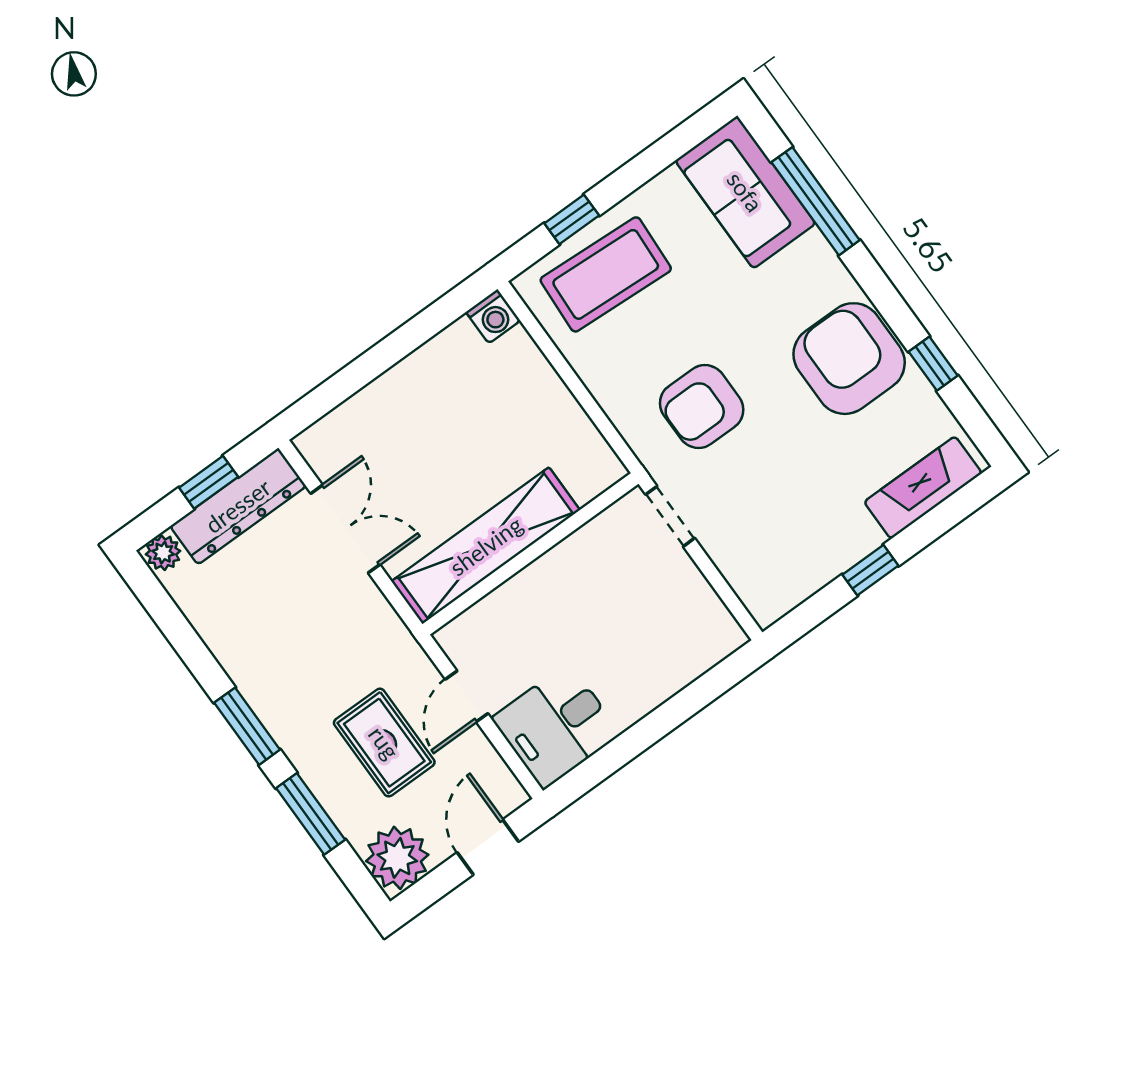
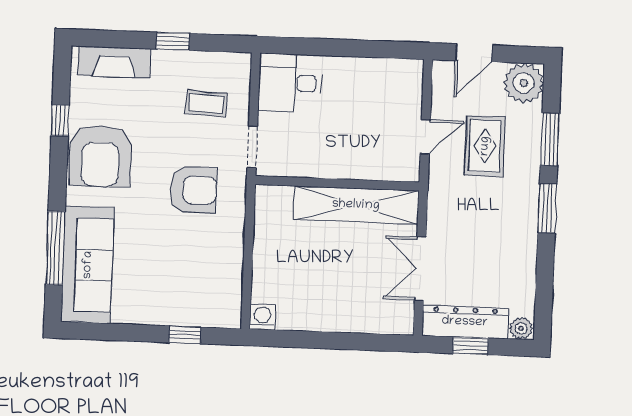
sofa: (745, 192) -> (88, 265), width x1.36
coffee table: (606, 274) -> (206, 103), moved, width x0.54, depth x0.58
desk: (556, 726) -> (290, 83), moved, turned 180

